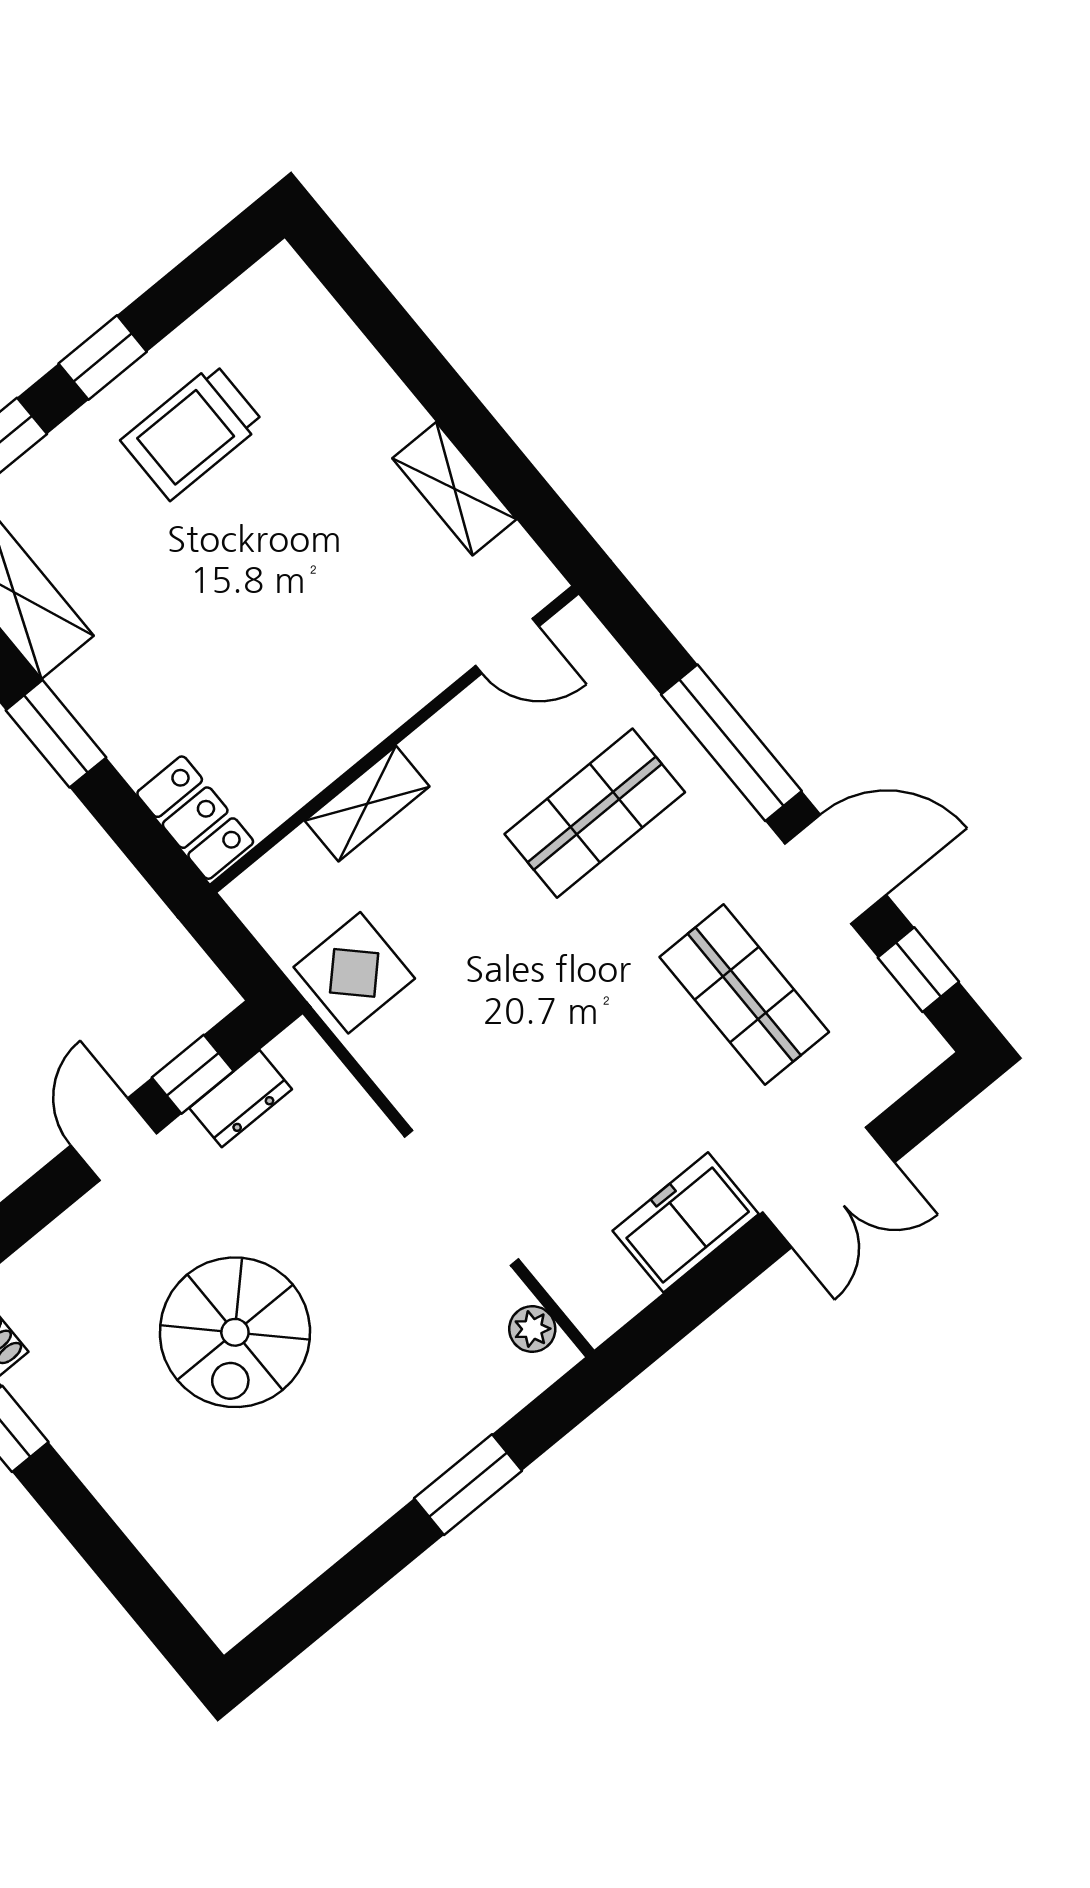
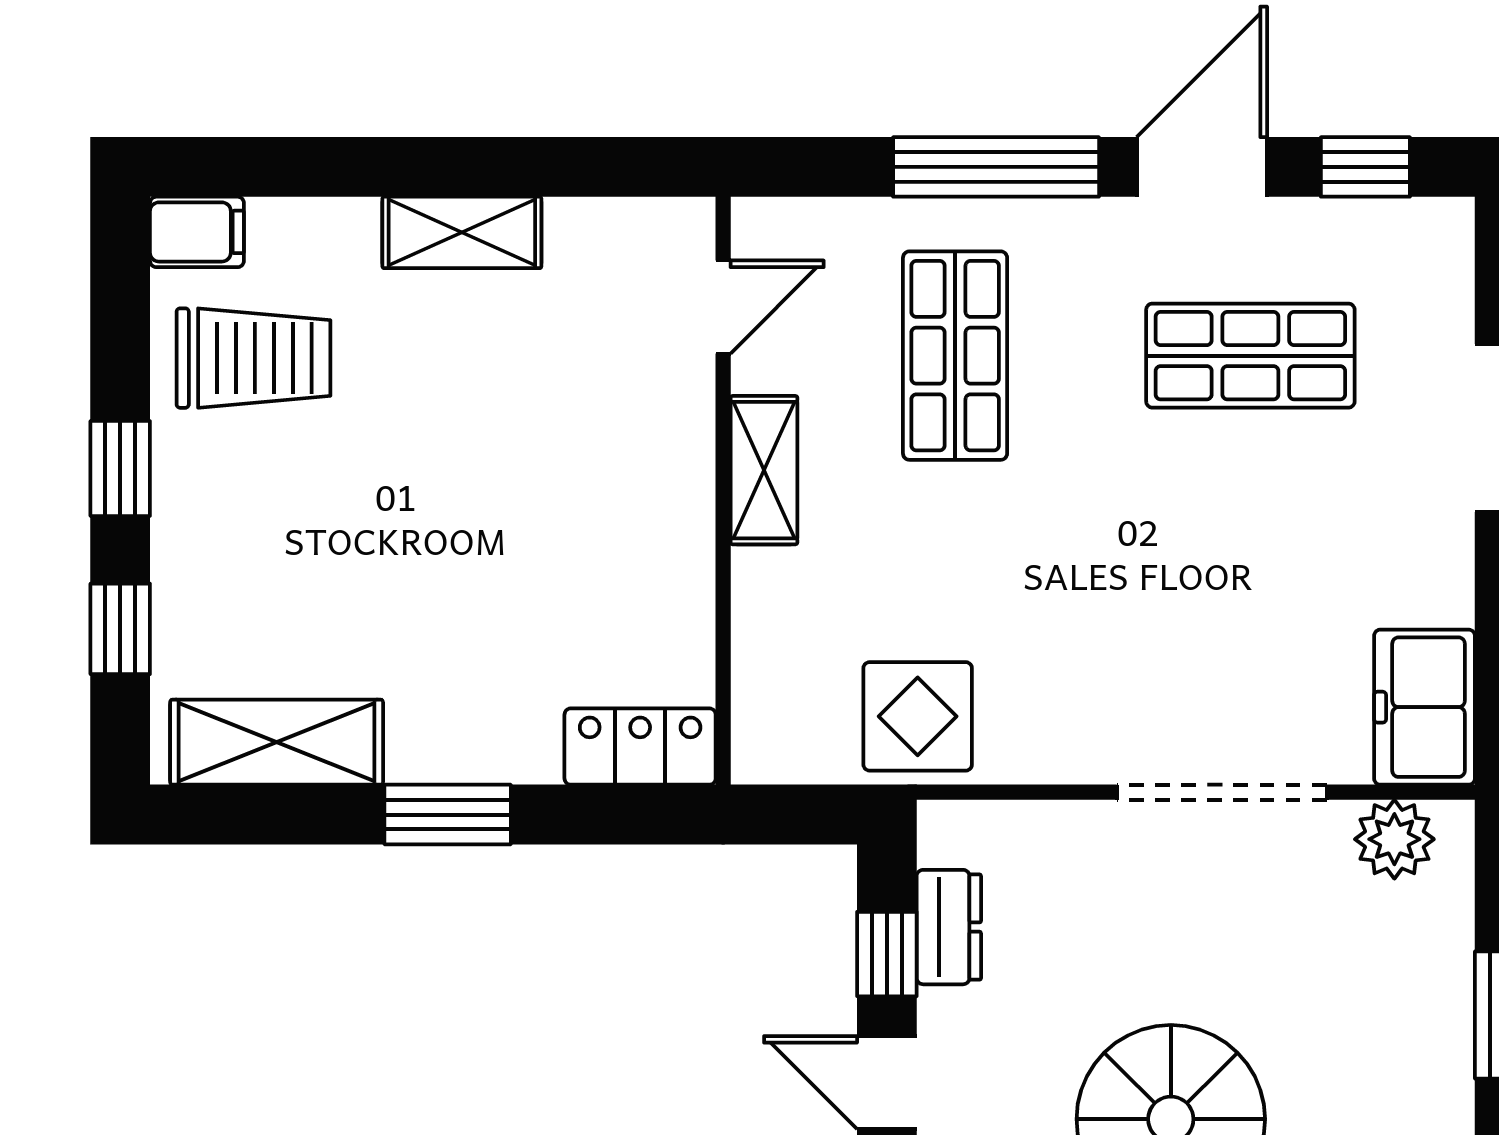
filing cabinet: (287, 285) -> (197, 232), added
trolley: (192, 432) -> (253, 358), moved, turned -90
shelving: (454, 489) -> (462, 232), moved
shelving: (367, 804) -> (764, 470), moved
freezer: (686, 1222) -> (1424, 707), moved
plant: (532, 1329) -> (1394, 839), width x1.38, depth x1.38

